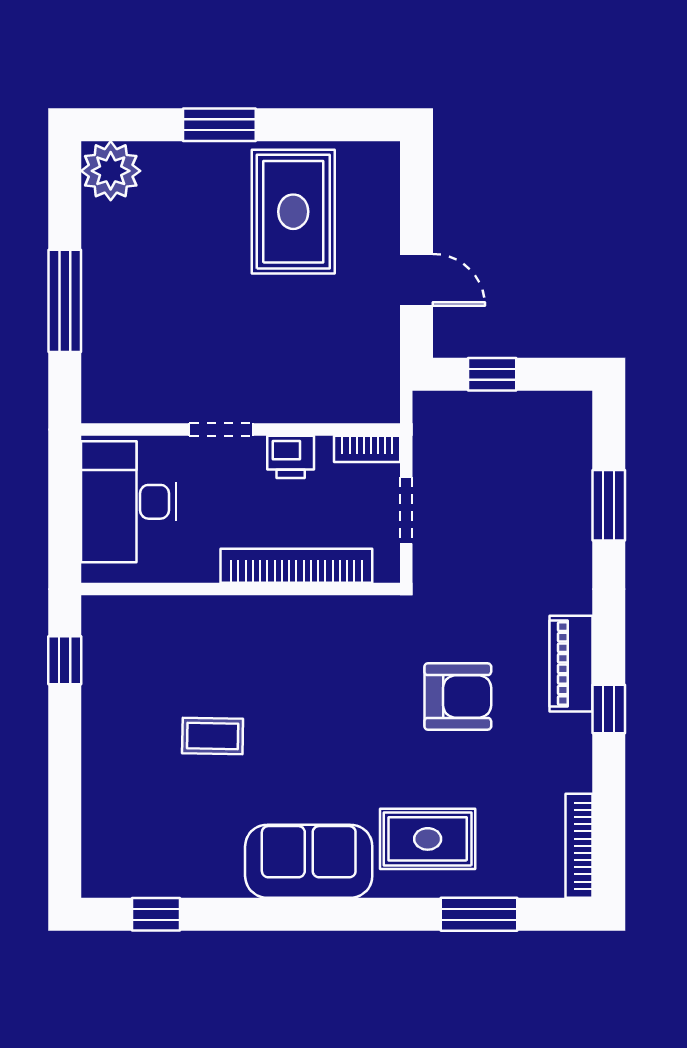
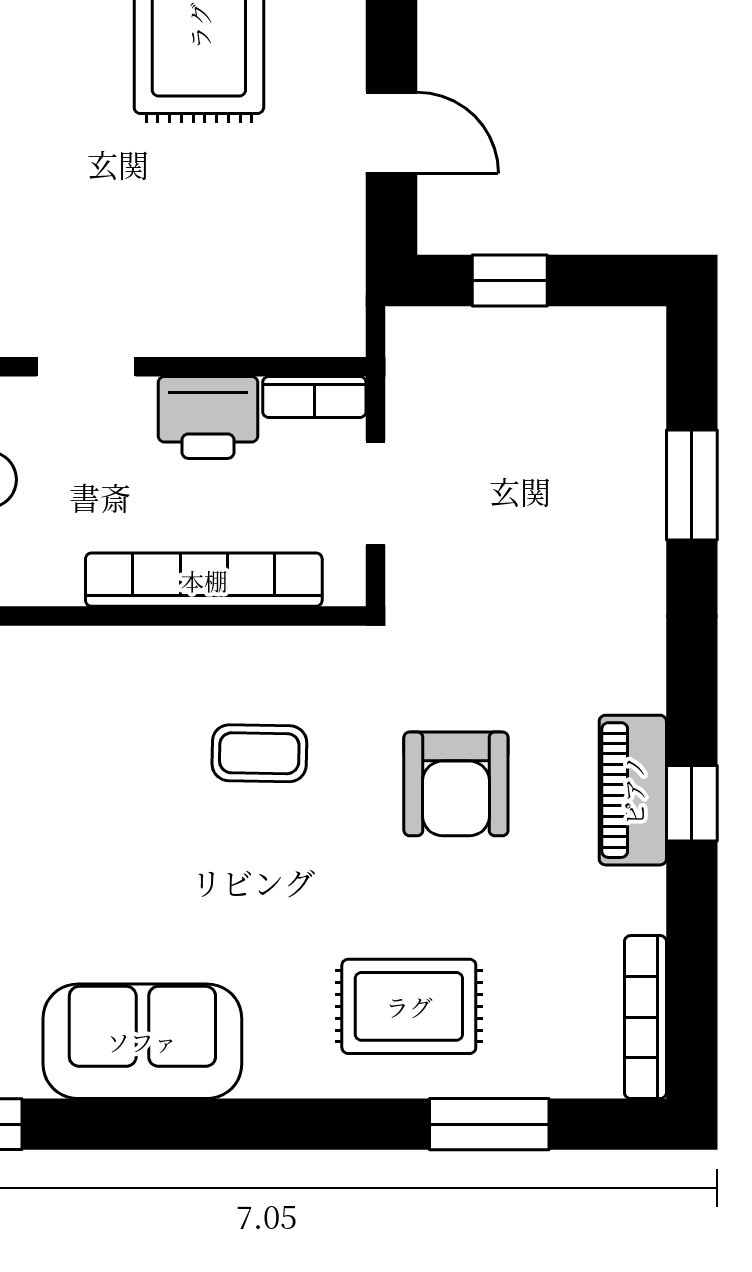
printer: (291, 457) -> (208, 417), width x1.36, depth x1.24
piano: (571, 664) -> (633, 790), moved
armchair: (458, 696) -> (456, 784), turned 90
coffee table: (213, 736) -> (259, 753), moved
sofa: (309, 861) -> (142, 1041), moved

